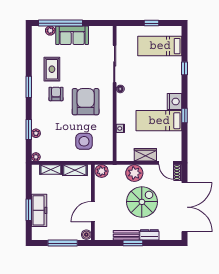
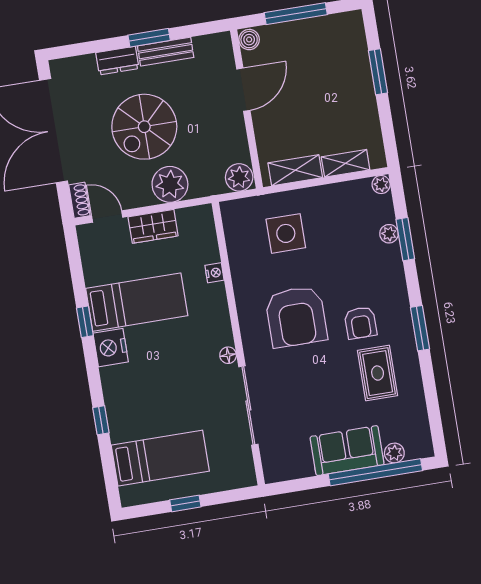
freezer: (39, 210) -> (356, 74), removed

